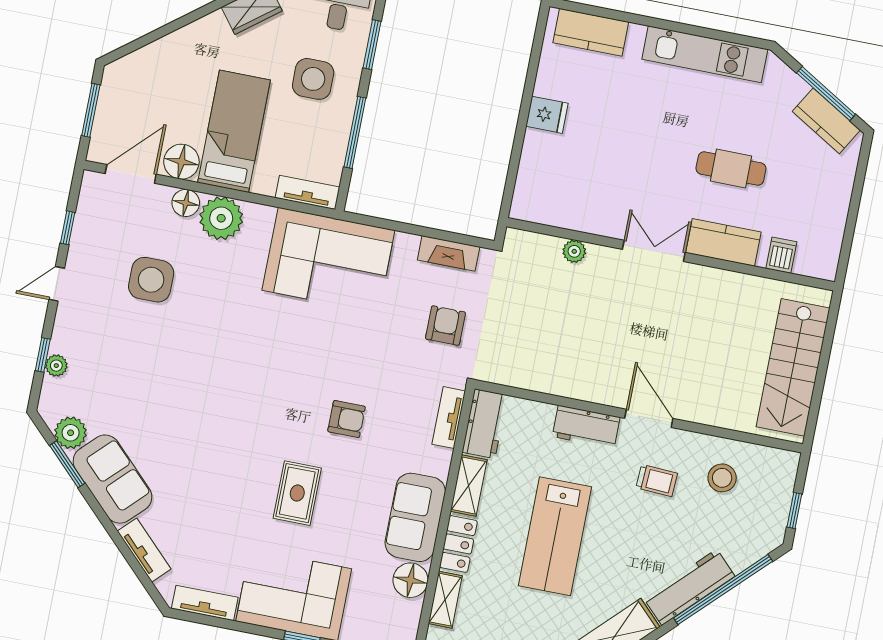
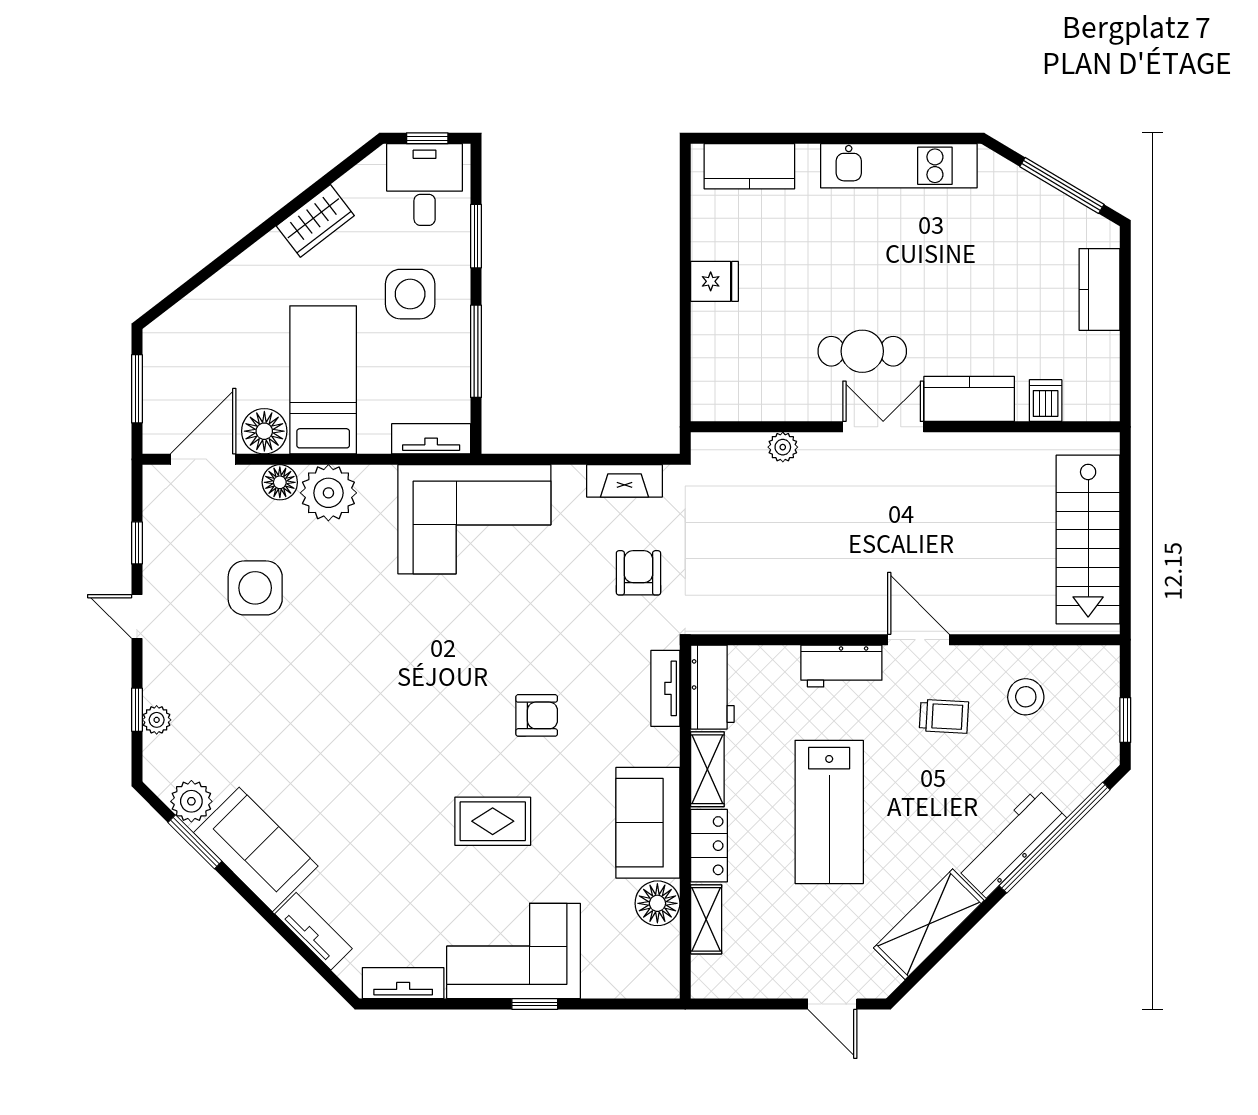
kitchen counter: (826, 121) -> (1099, 289), moved, turned 59
cafe table: (731, 168) -> (862, 351), moved
door: (57, 284) -> (137, 616), hinge flipped
rug: (297, 493) -> (493, 821), turned 90

